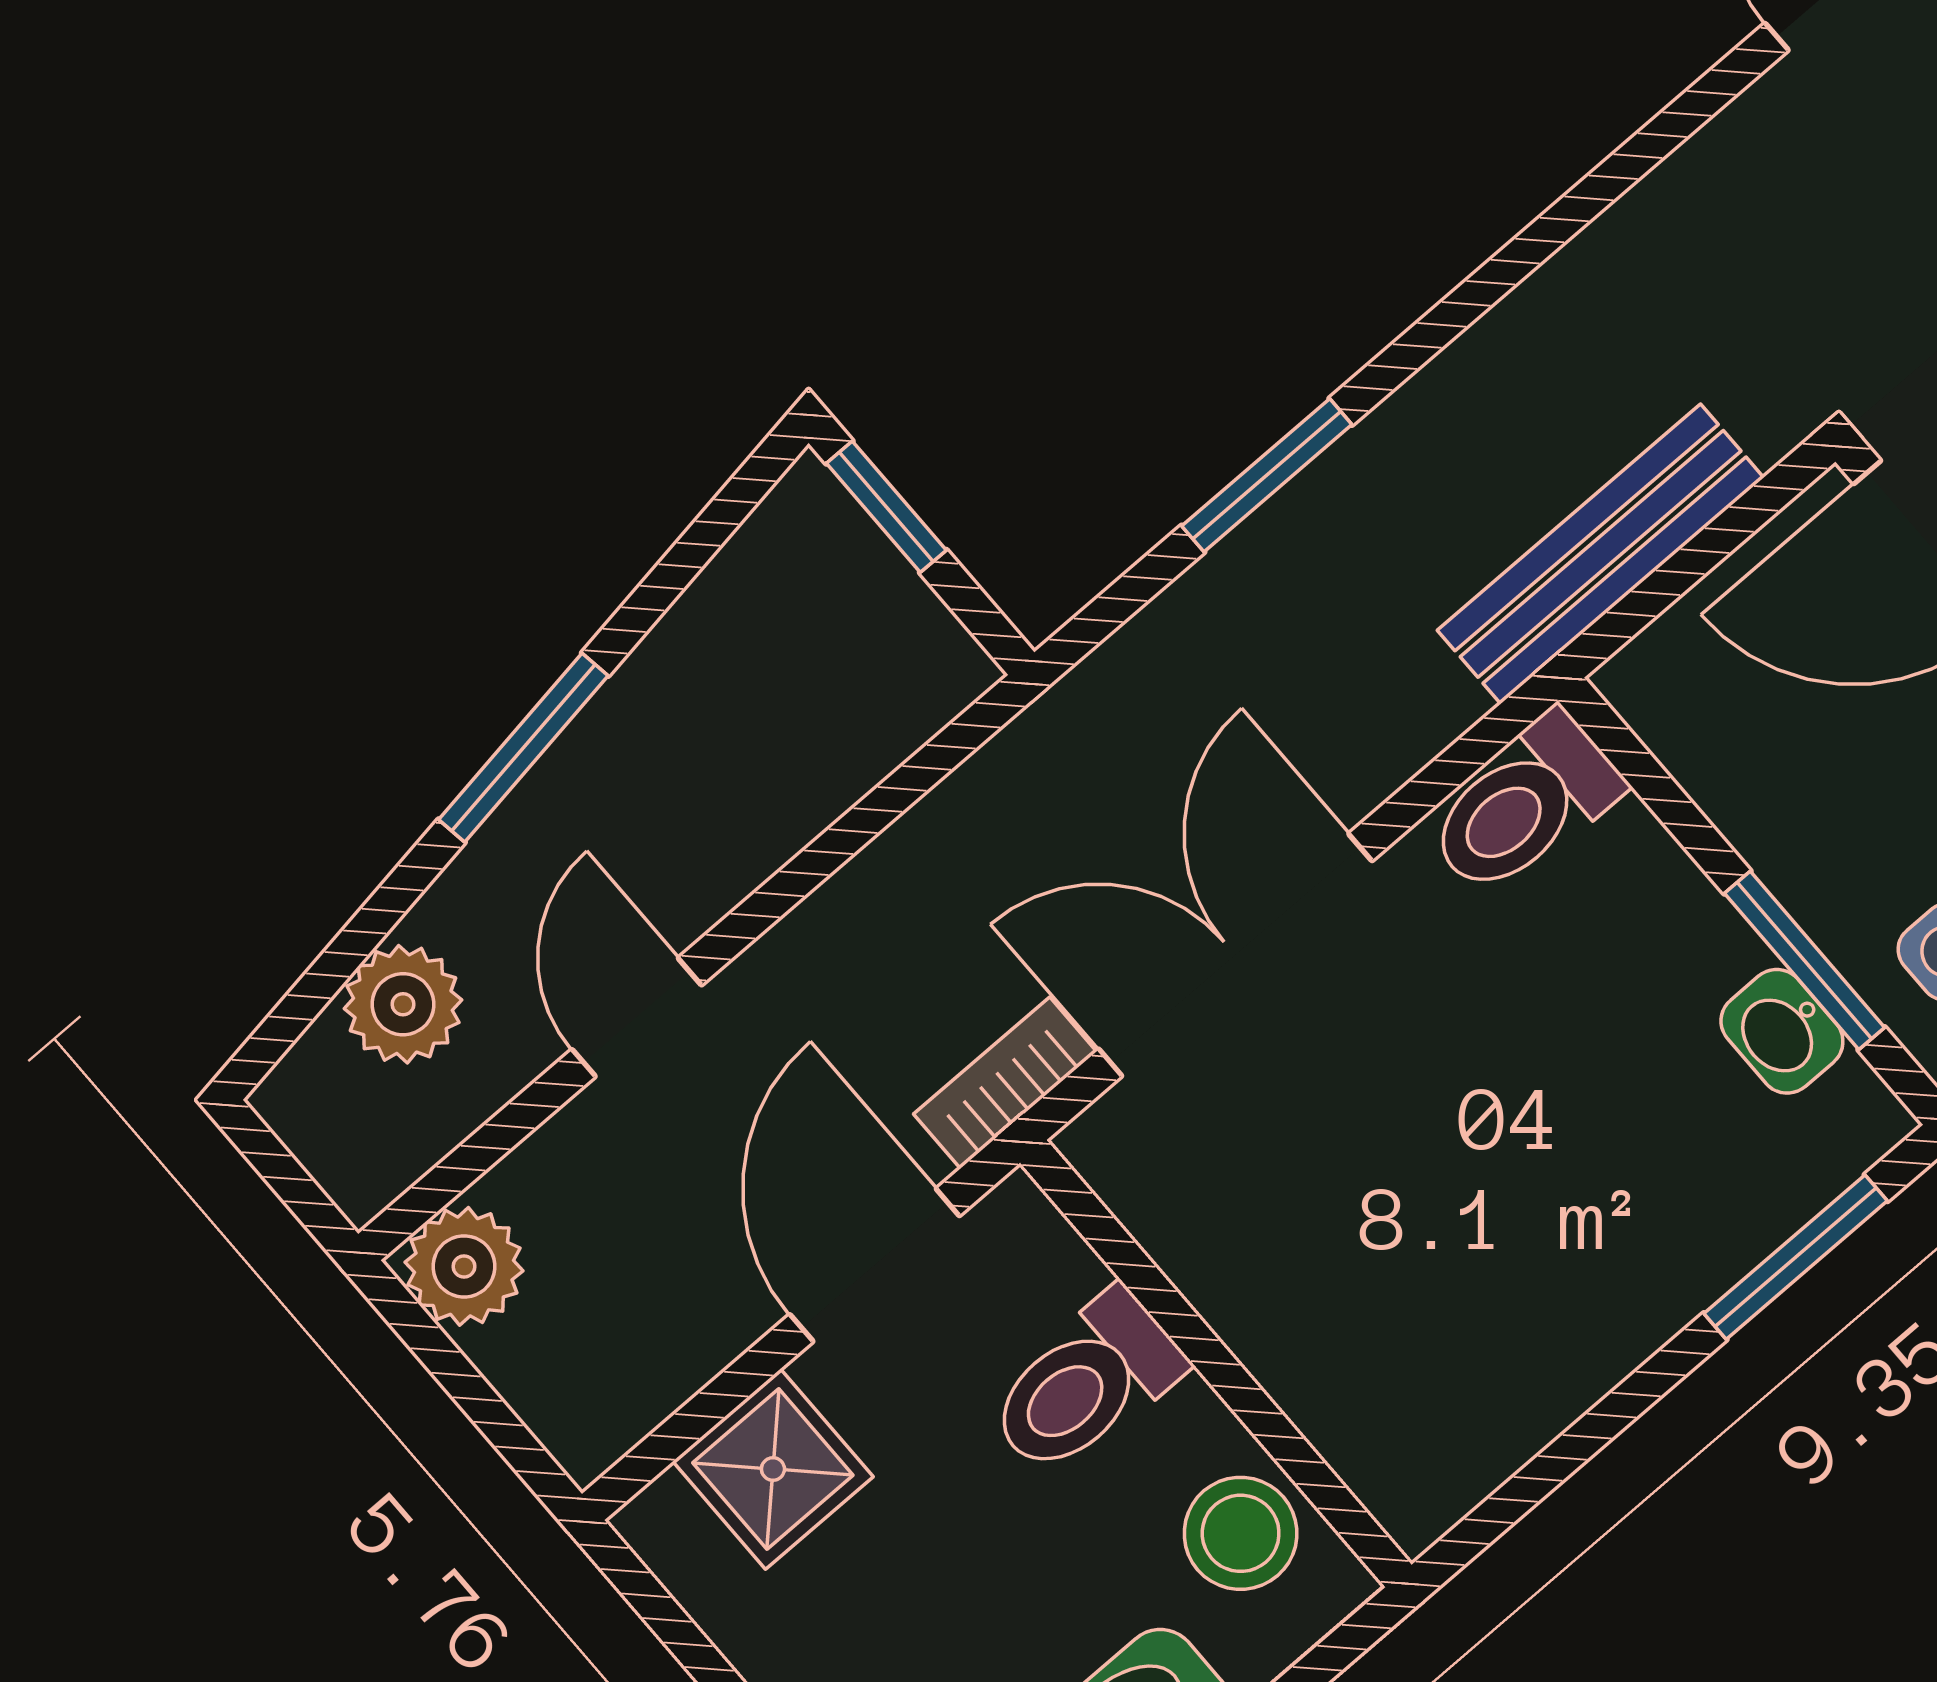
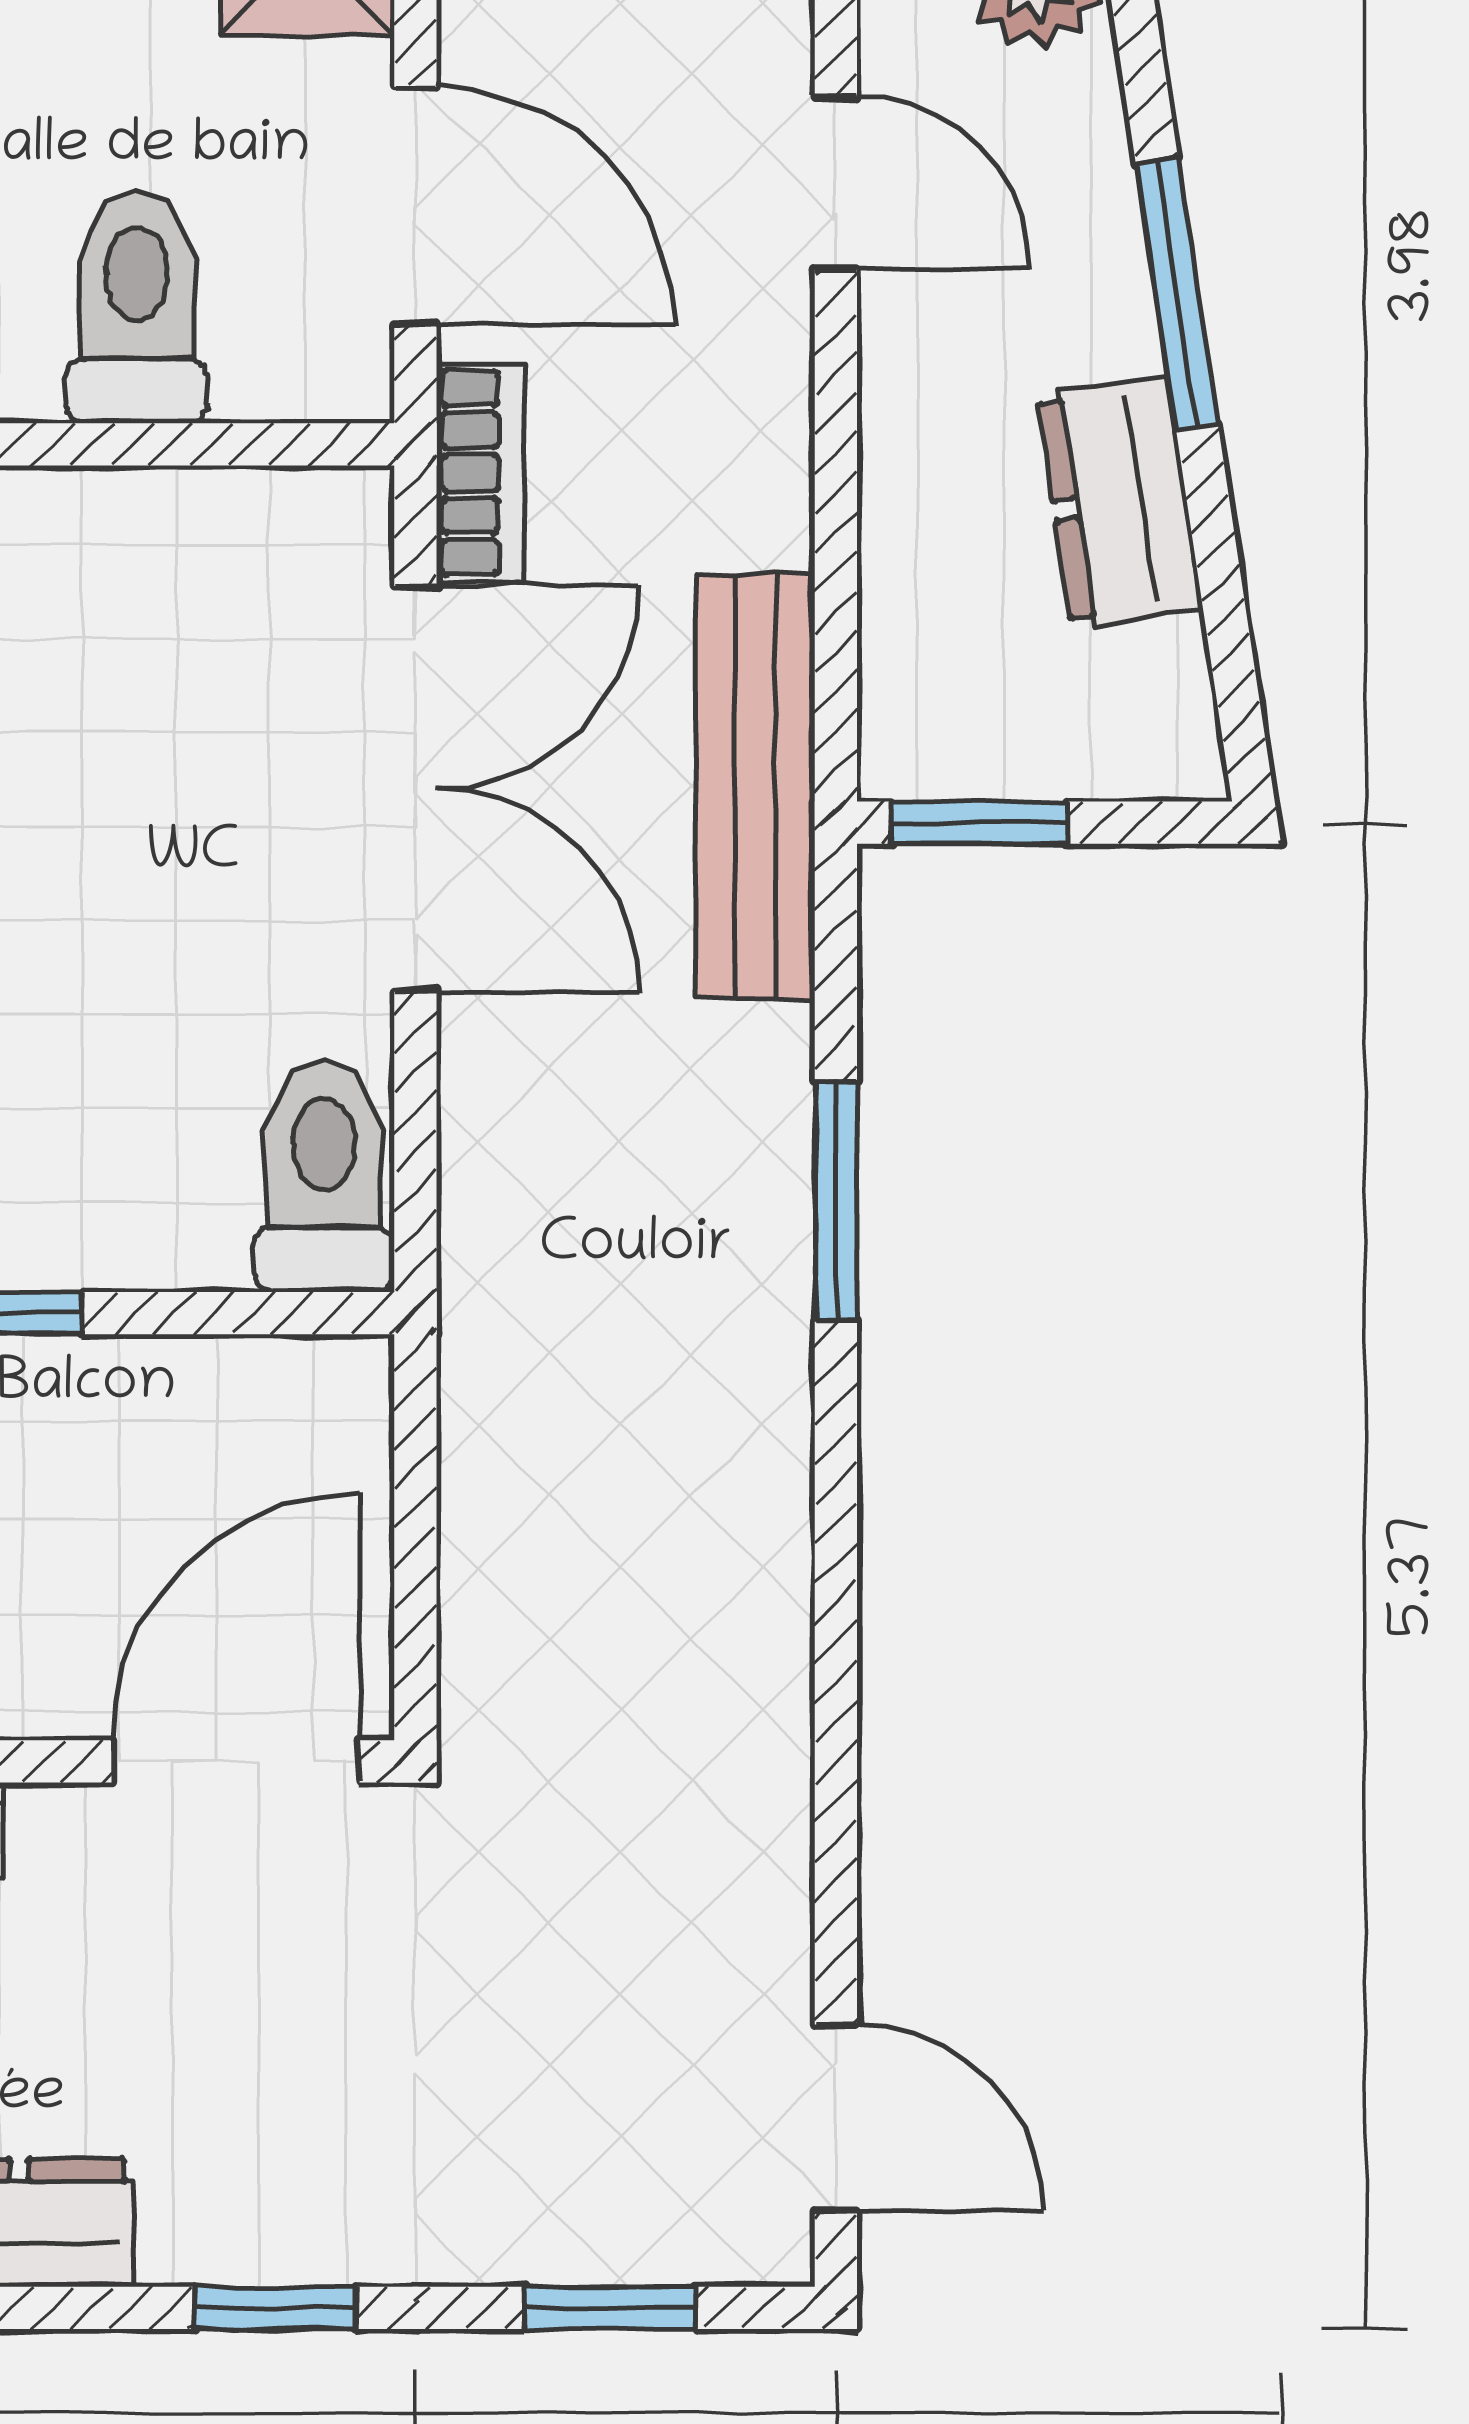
window: (886, 507) -> (979, 823), moved
bench: (1601, 554) -> (755, 786), moved
dresser: (683, 672) -> (1120, 502), added

